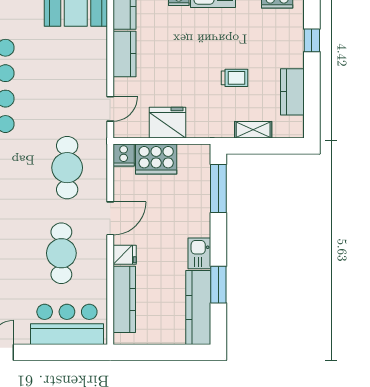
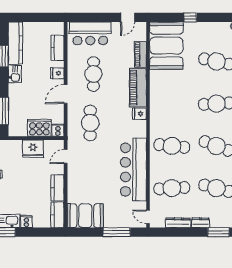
kitchen counter: (124, 299) -> (58, 48), width x0.67

